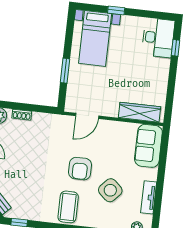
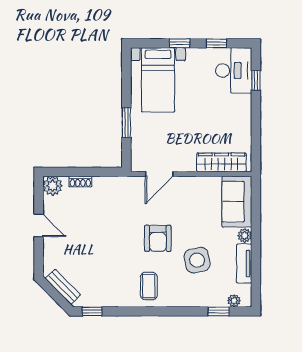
window: (146, 14) -> (216, 43), added
plant: (152, 174) -> (245, 236), added
side table: (110, 190) -> (197, 260), turned 36
coffee table: (68, 207) -> (149, 286), width x0.73, depth x0.77

